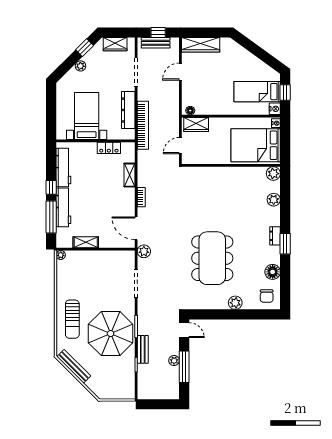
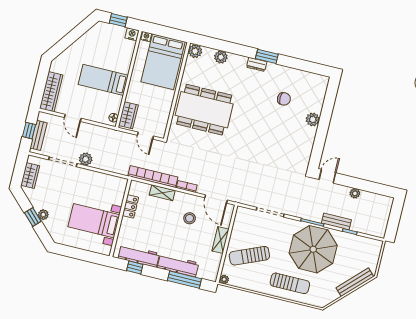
window: (85, 48) -> (33, 217), moved
bed: (257, 92) -> (103, 80), moved, turned 90
dresser: (128, 110) -> (98, 178), removed
bookcase: (143, 125) -> (153, 177), moved
window: (51, 187) -> (135, 268), moved
stool: (111, 207) -> (190, 218), added
door: (136, 228) -> (216, 199), hinge flipped
shelving: (86, 242) -> (220, 240), moved
plant: (144, 251) -> (86, 159), moved
dining table: (212, 258) -> (204, 110), moved
floor lamp: (273, 272) -> (291, 75), removed
sun lounger: (89, 274) -> (249, 256), added
chair: (267, 296) -> (284, 99), moved
bench: (74, 366) -> (355, 282), moved
window: (184, 367) -> (363, 185), removed

